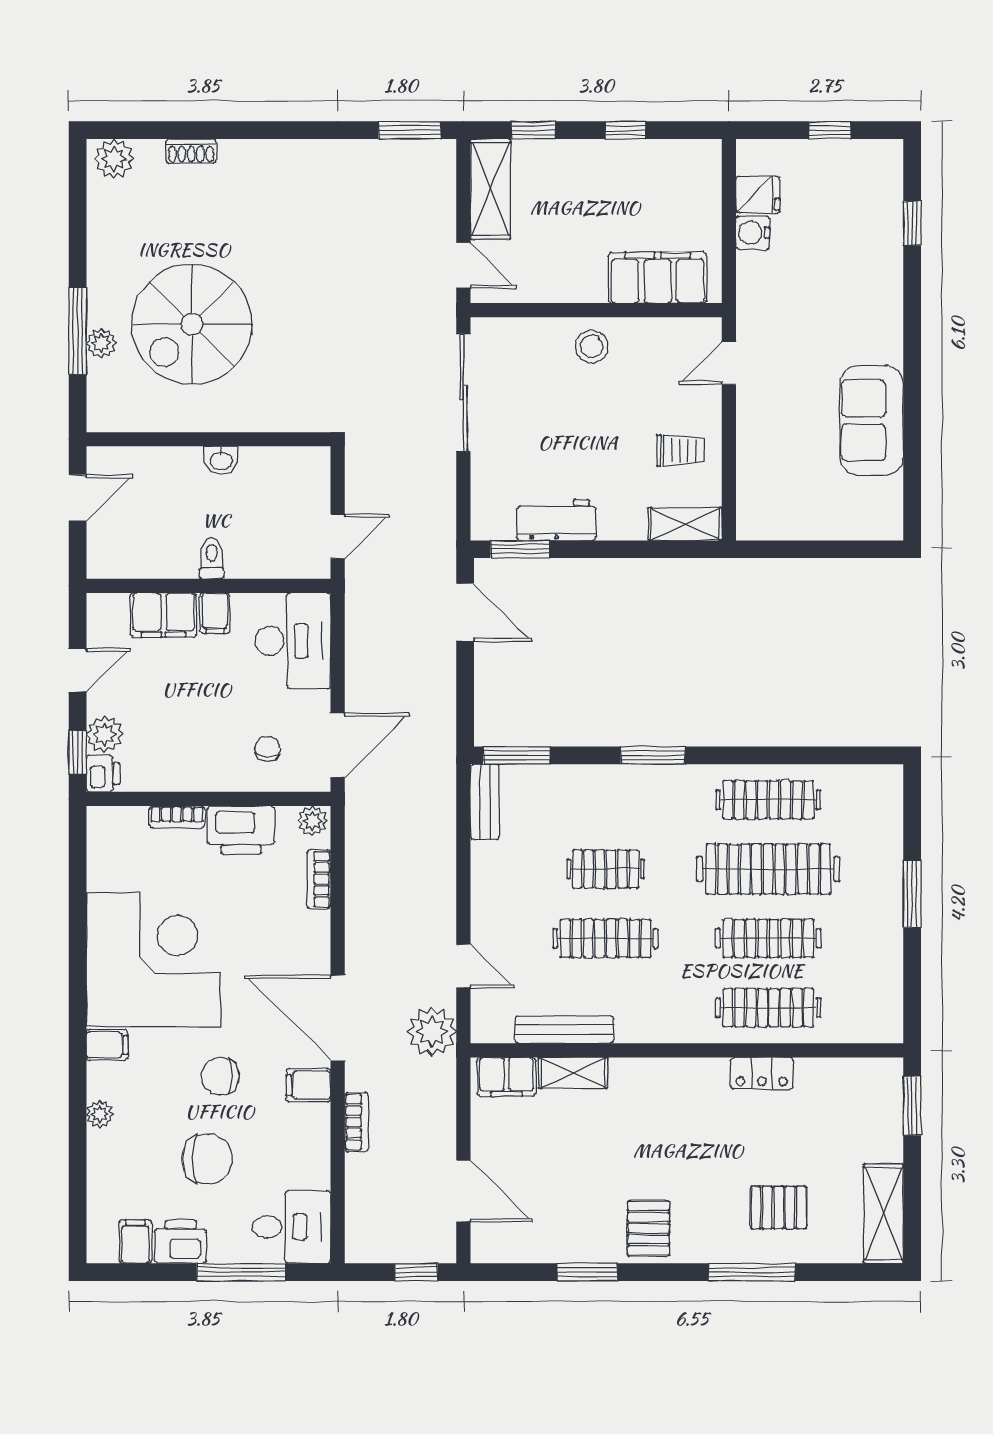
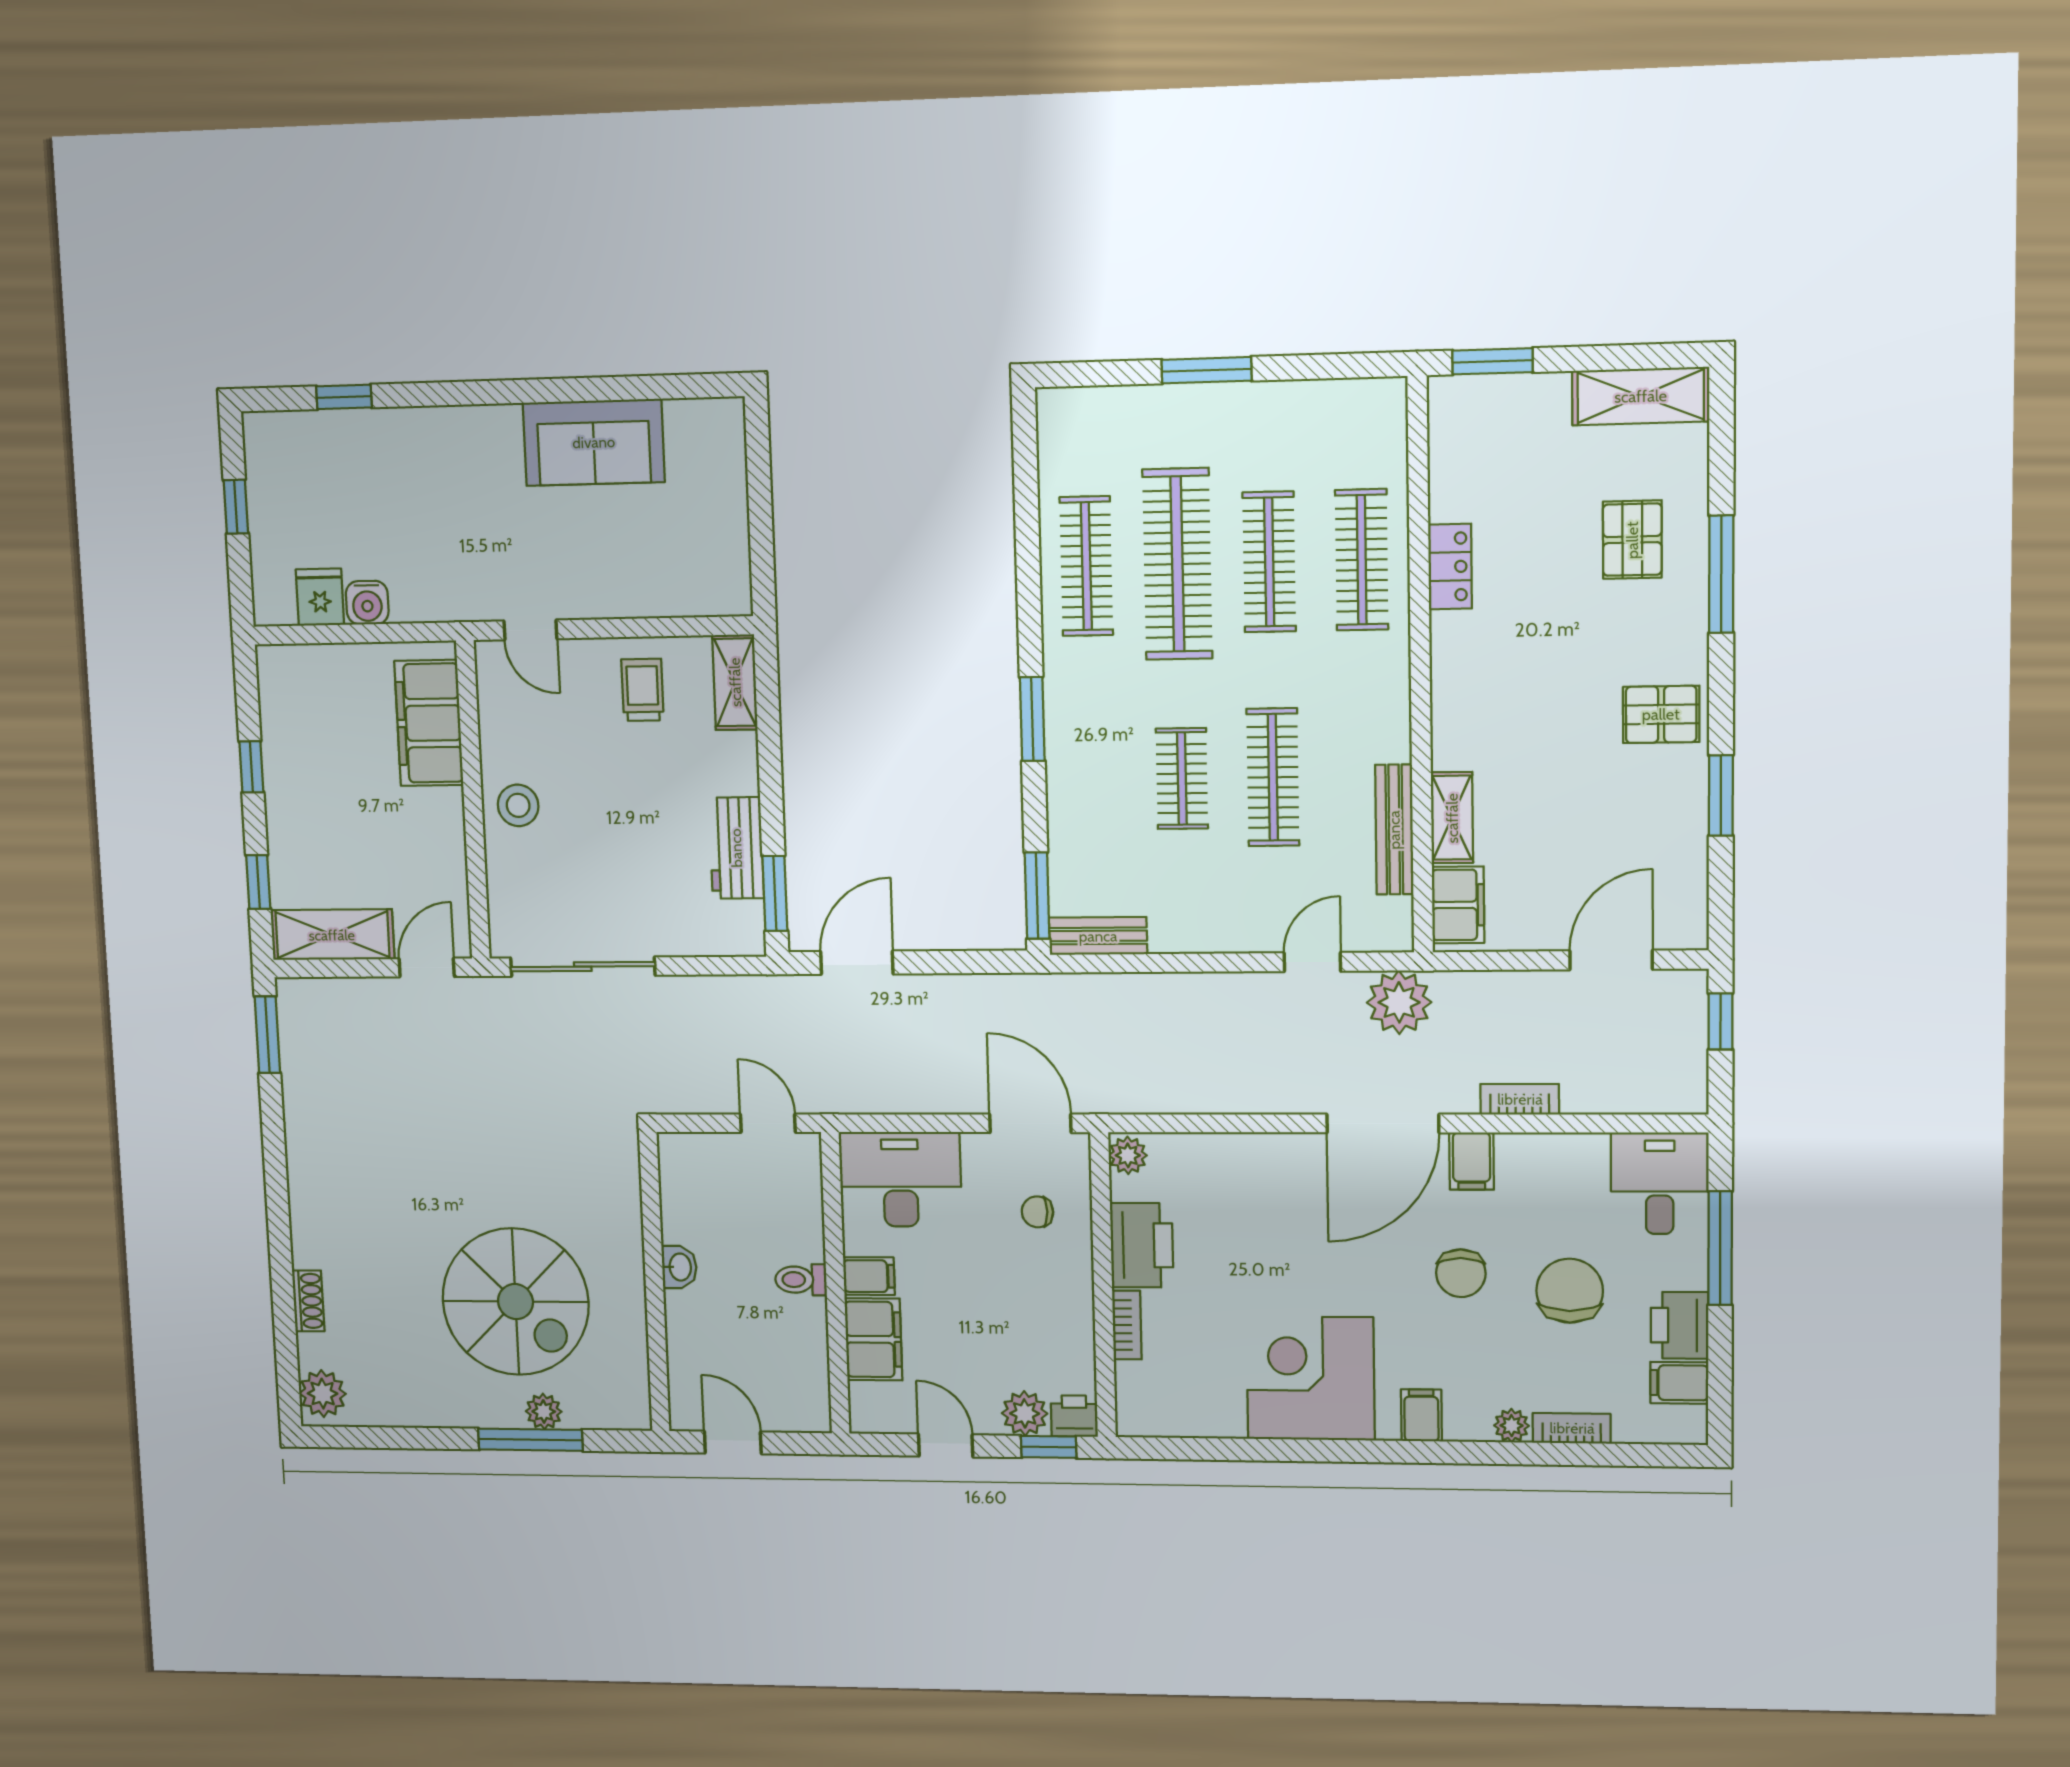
bookcase: (319, 879) -> (1572, 1428), moved, turned 180
corner desk: (153, 960) -> (1310, 1378), width x0.74, depth x0.74

